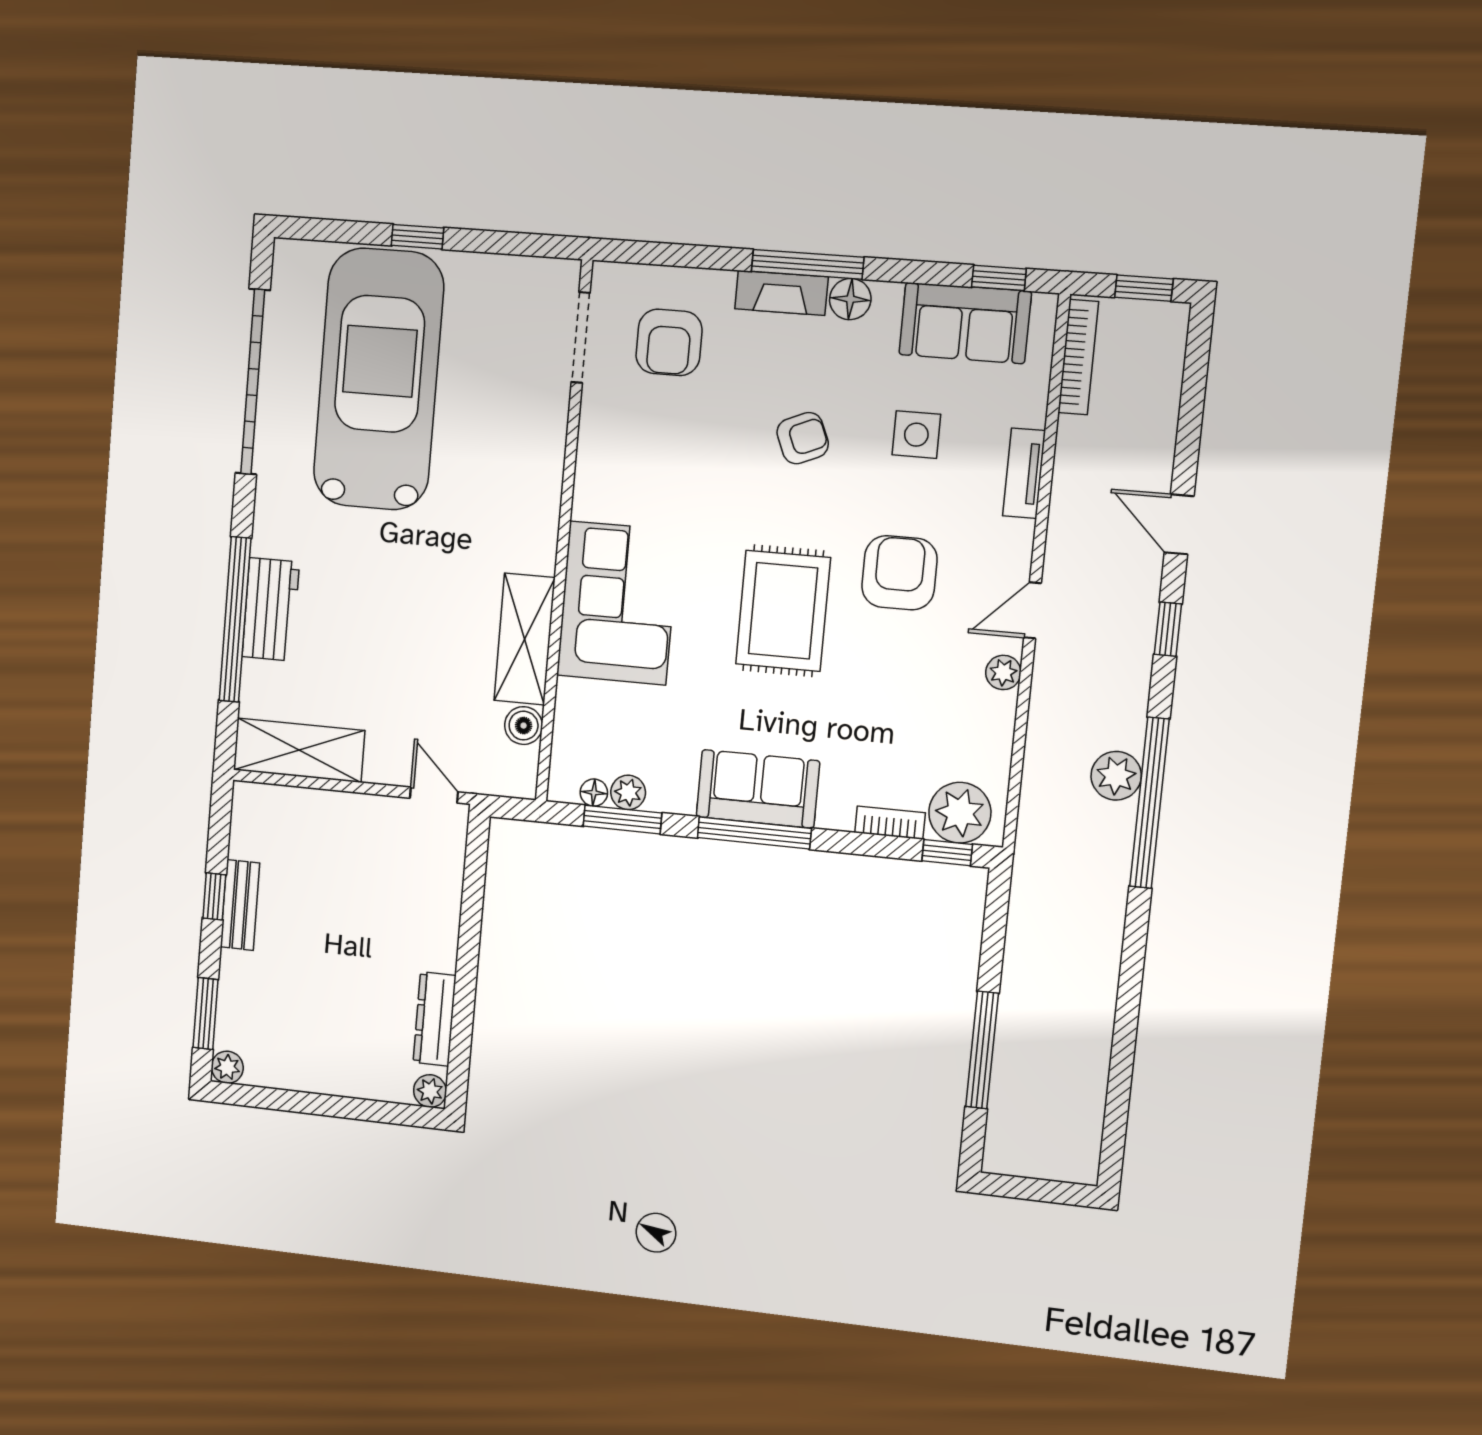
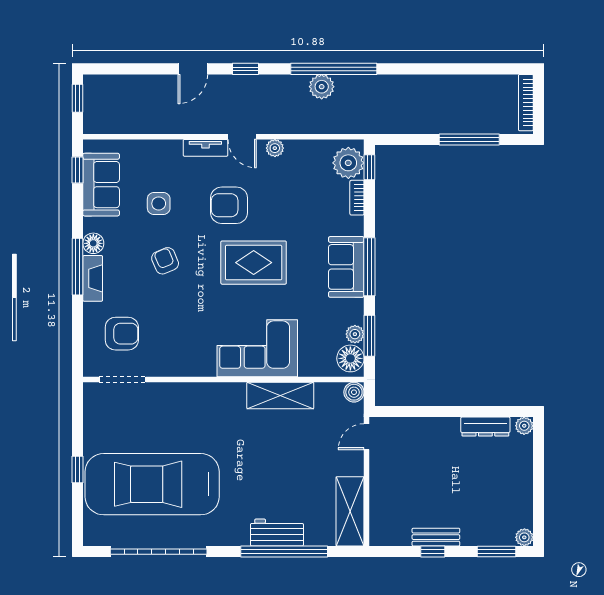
bookcase: (1078, 357) -> (526, 103), moved, turned -90
tv unit: (1024, 473) -> (205, 148), moved
boiler: (524, 726) -> (354, 392), moved
floor lamp: (594, 793) -> (350, 358), width x1.89, depth x1.89

